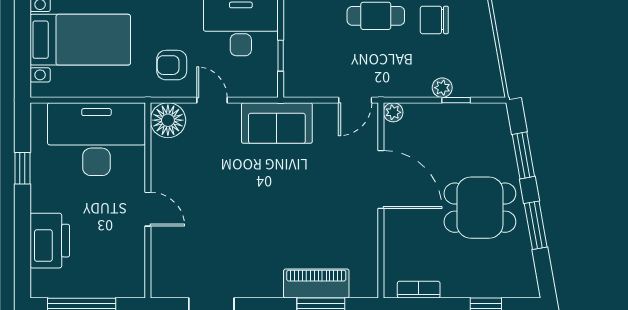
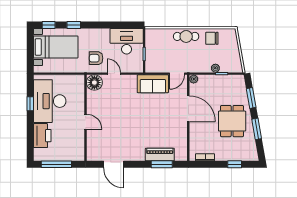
sofa: (277, 123) -> (153, 84), moved
desk: (96, 139) -> (50, 101), moved, turned -90
dining table: (480, 208) -> (232, 121), turned 90

